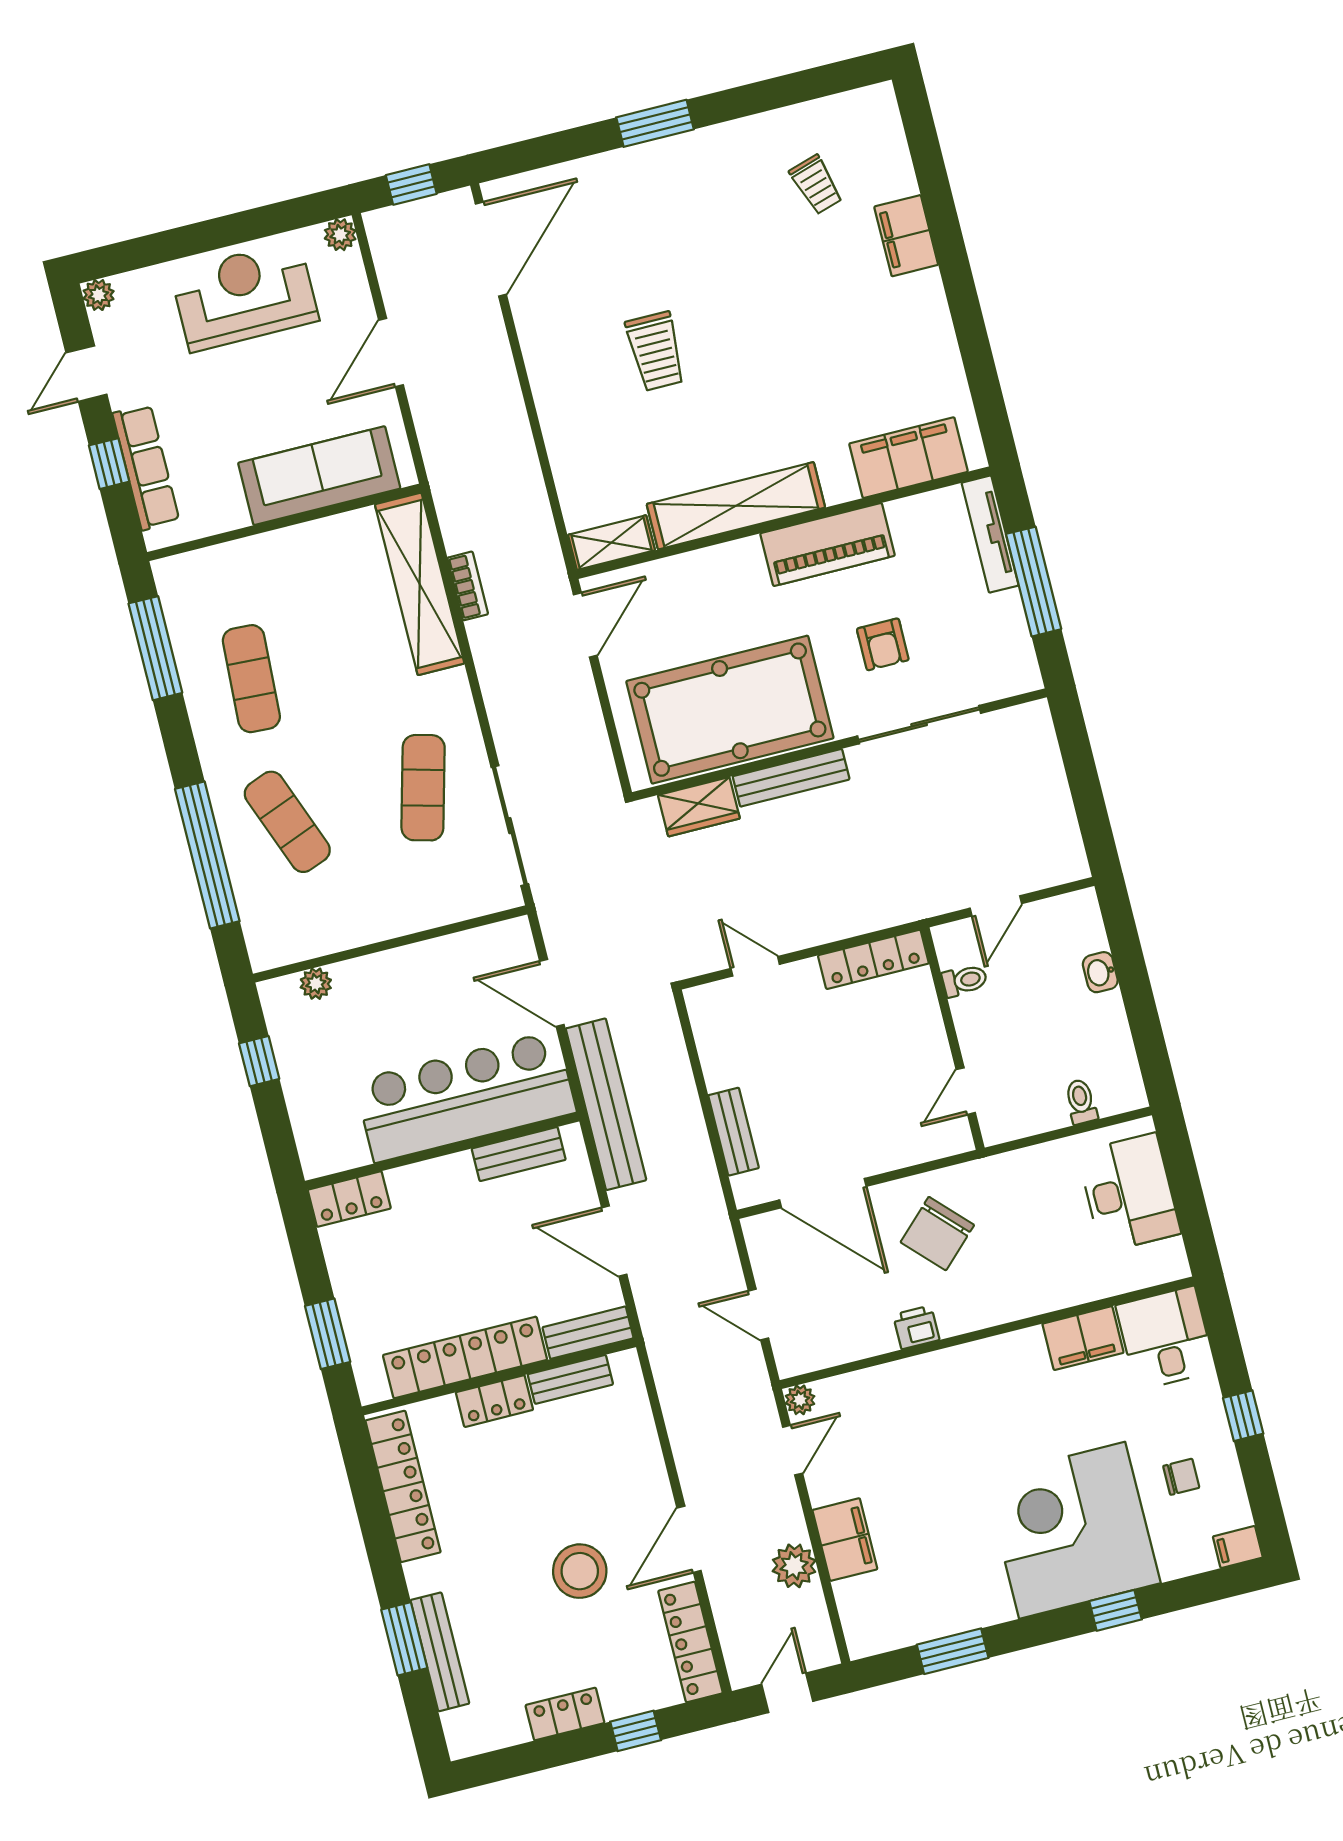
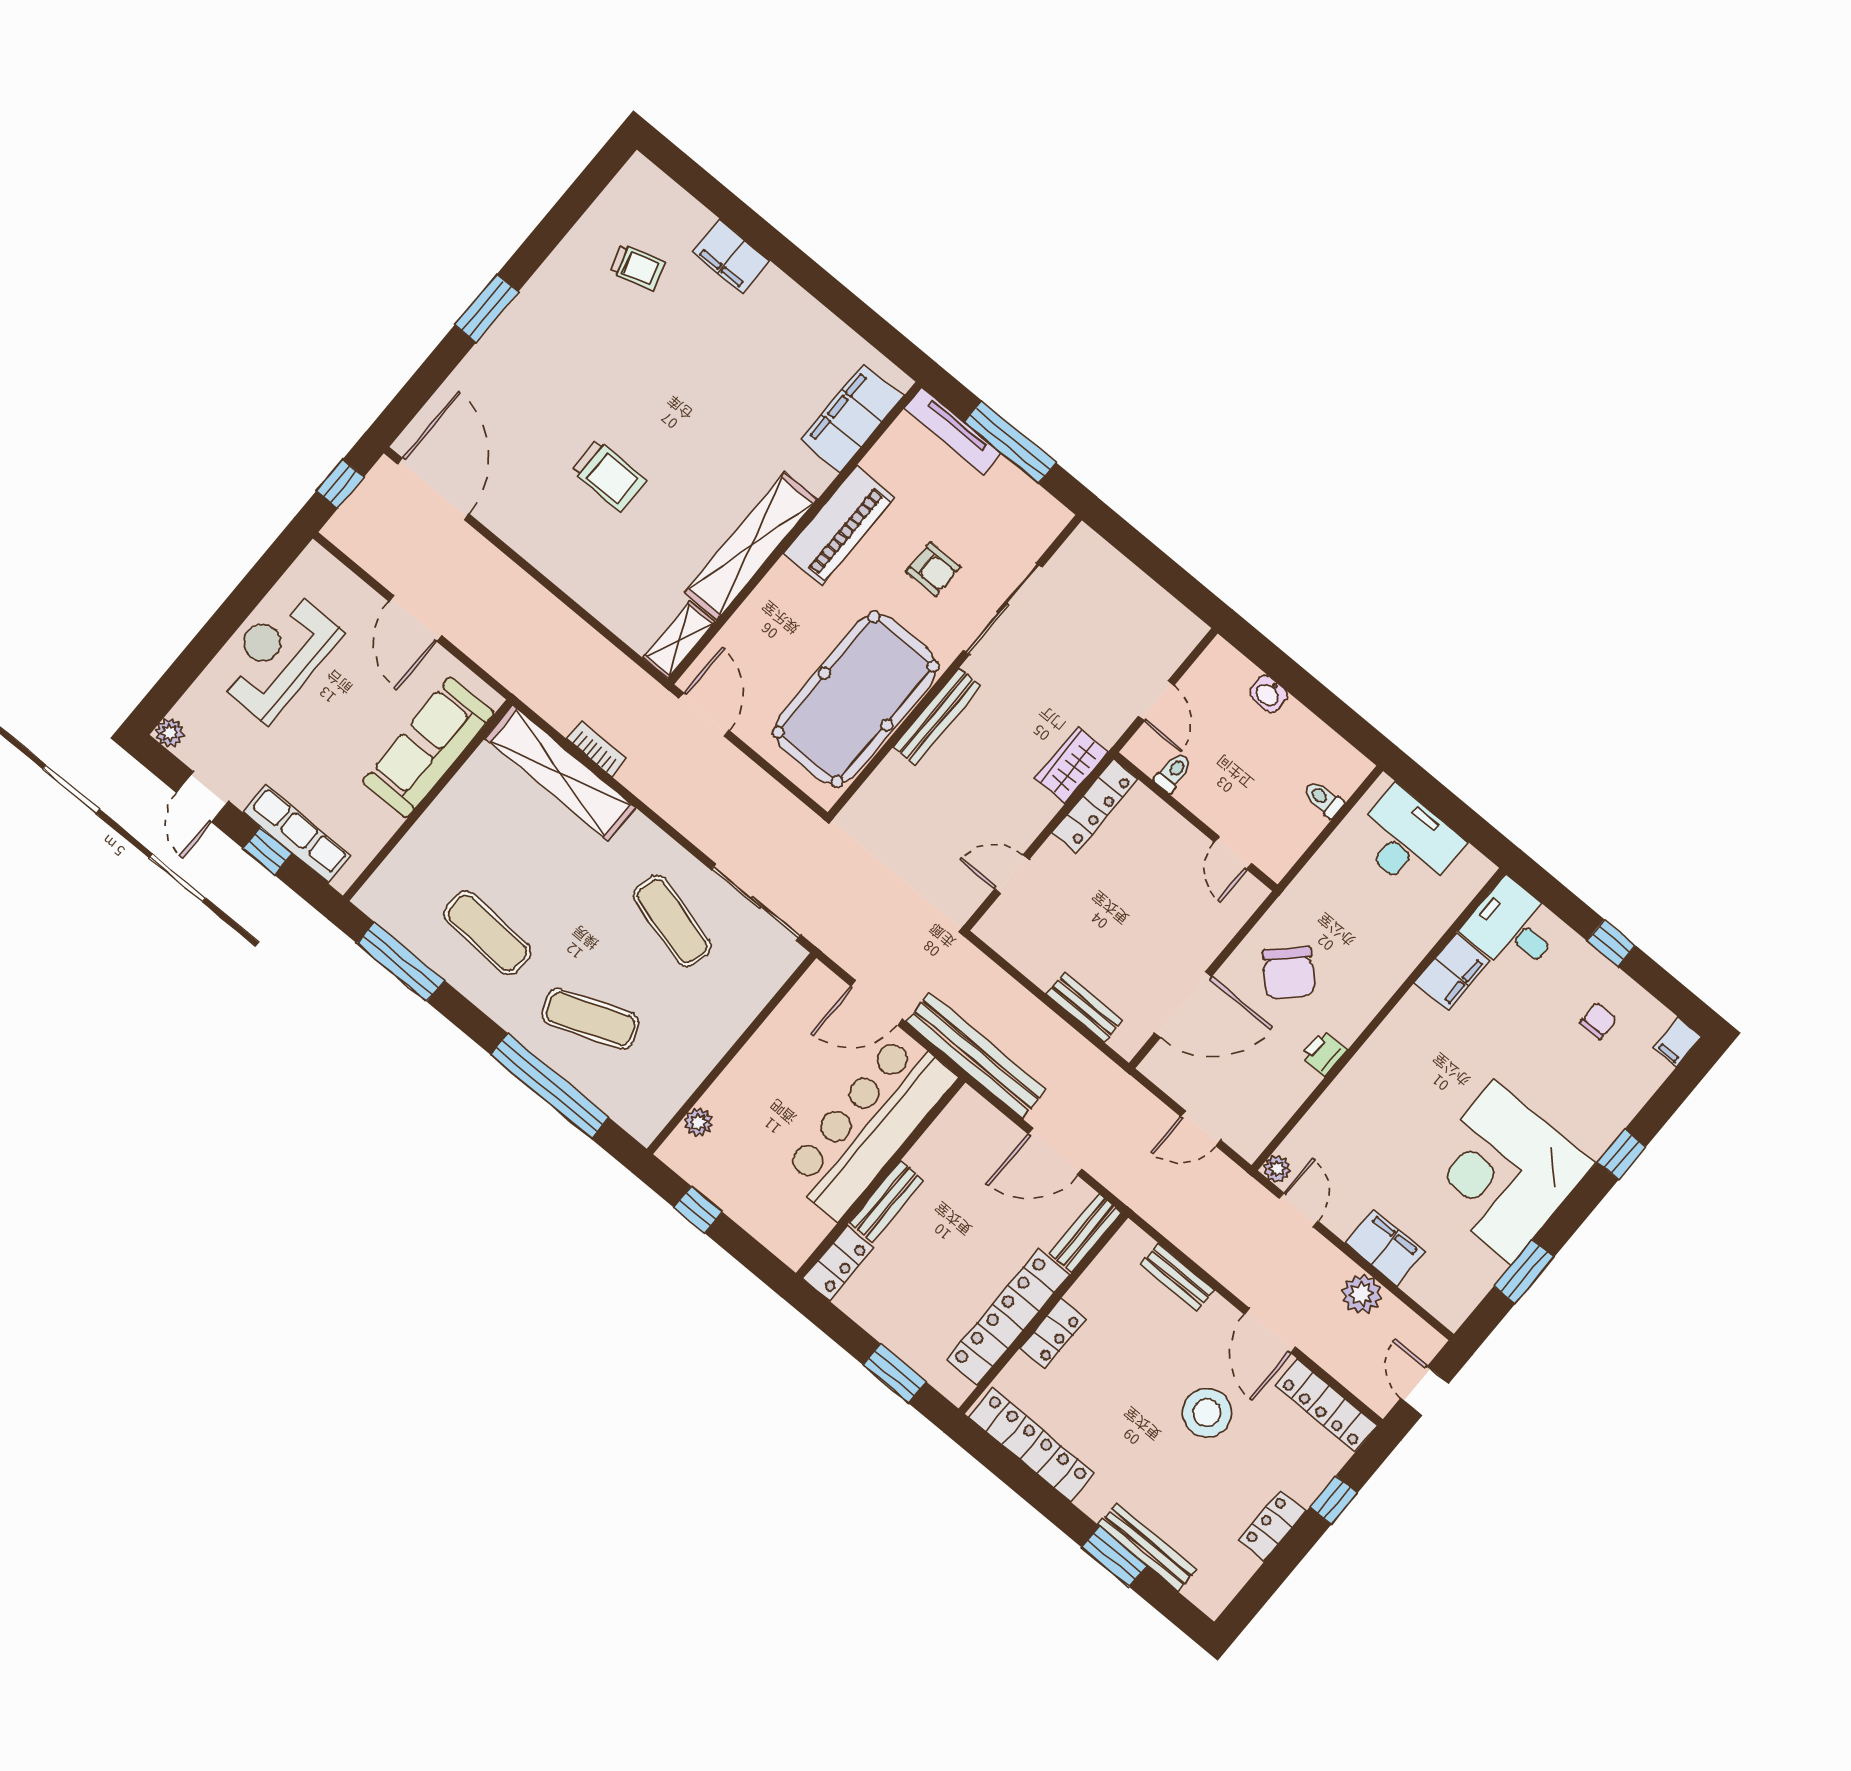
plant: (340, 235) -> (315, 559), removed
wardrobe: (699, 807) -> (1072, 765), moved, turned 180
bench: (519, 1154) -> (886, 1202), moved
bench: (570, 1379) -> (1178, 1277), moved, turned 90
corner desk: (1072, 1530) -> (1502, 1172), moved

